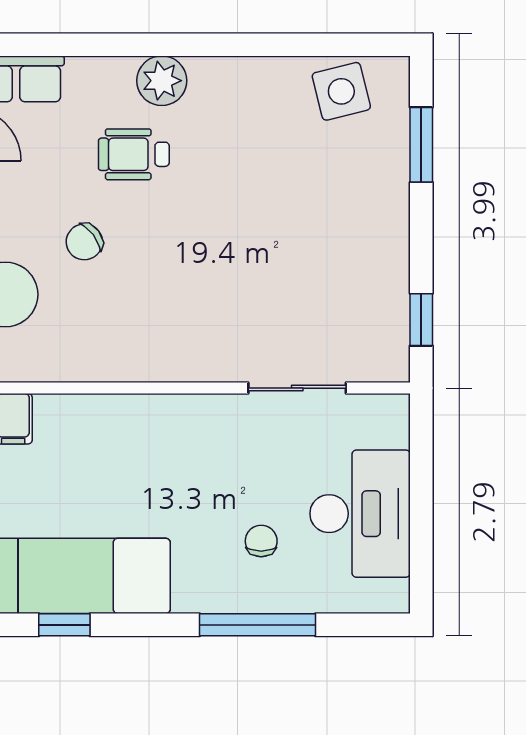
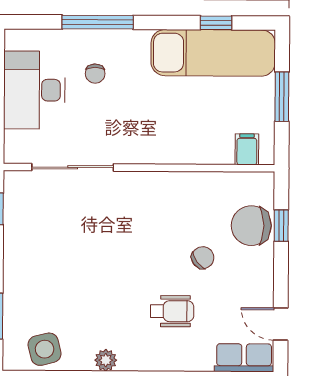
plant: (162, 81) -> (106, 360), moved, width x0.73, depth x0.73
sliding door: (297, 388) -> (73, 167), width x1.37

